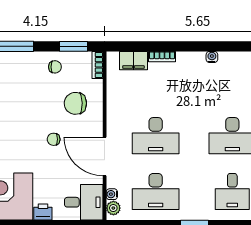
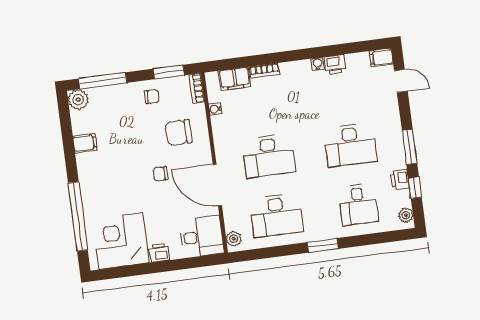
printer: (228, 60) -> (335, 64), added
water cooler: (112, 194) -> (215, 109), moved

